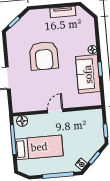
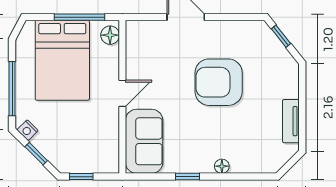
sofa: (88, 74) -> (144, 141), moved, turned 90
door: (55, 111) -> (122, 93), hinge flipped
bed: (39, 147) -> (62, 60), width x1.50

